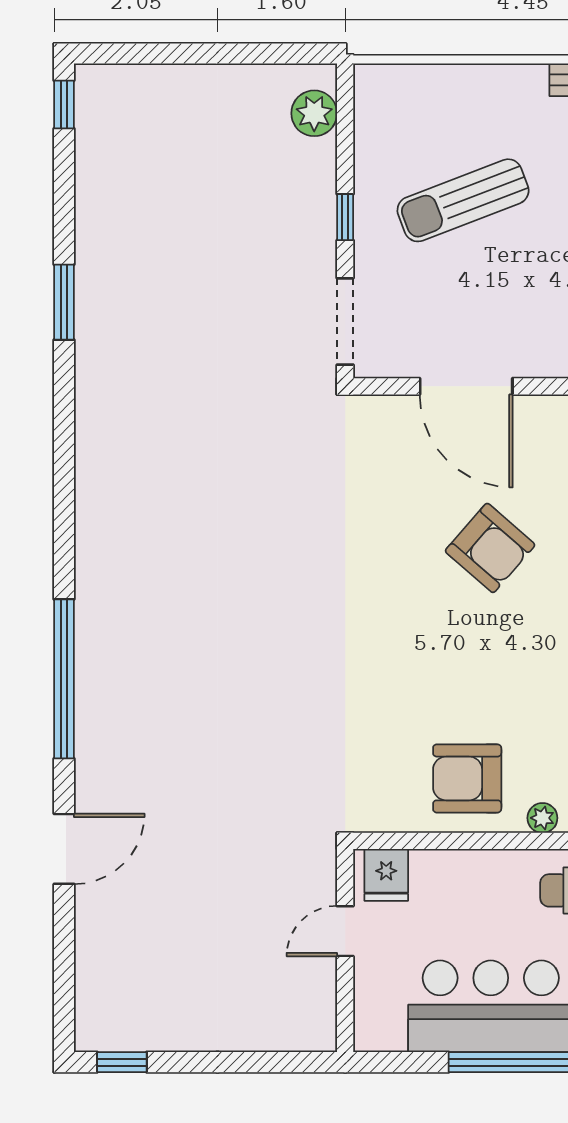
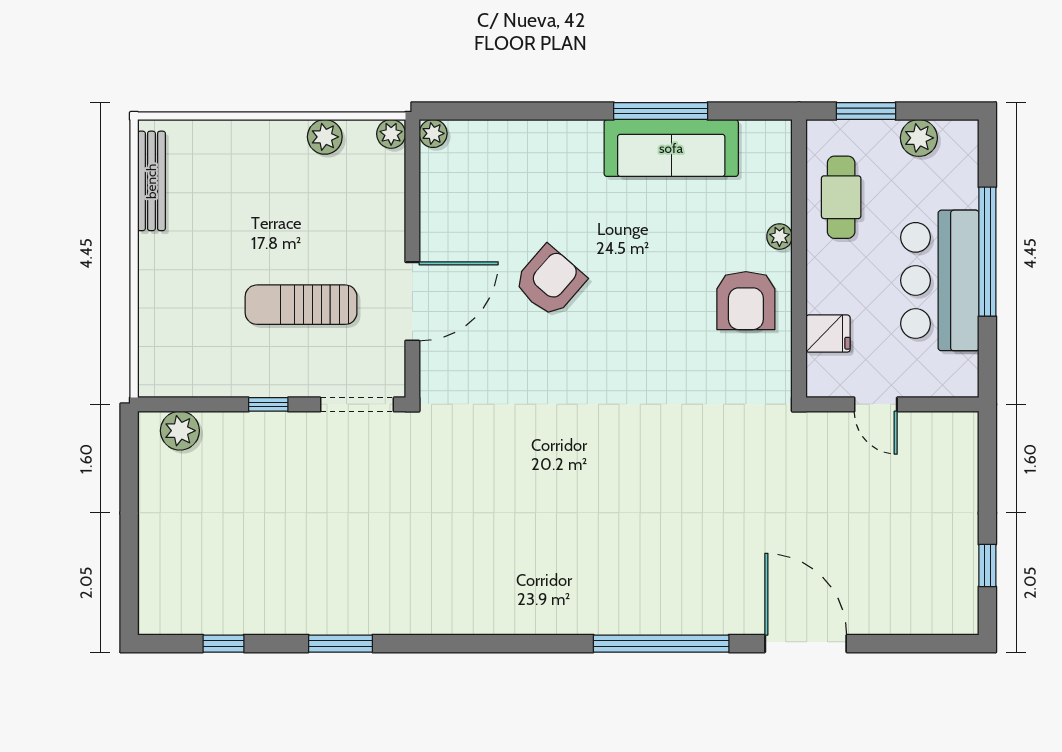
window: (64, 104) -> (223, 644), moved
sun lounger: (463, 200) -> (301, 305), moved, turned 111
door: (64, 849) -> (806, 644), width x1.36
fridge: (386, 875) -> (828, 334), moved
window: (122, 1062) -> (987, 565), moved

